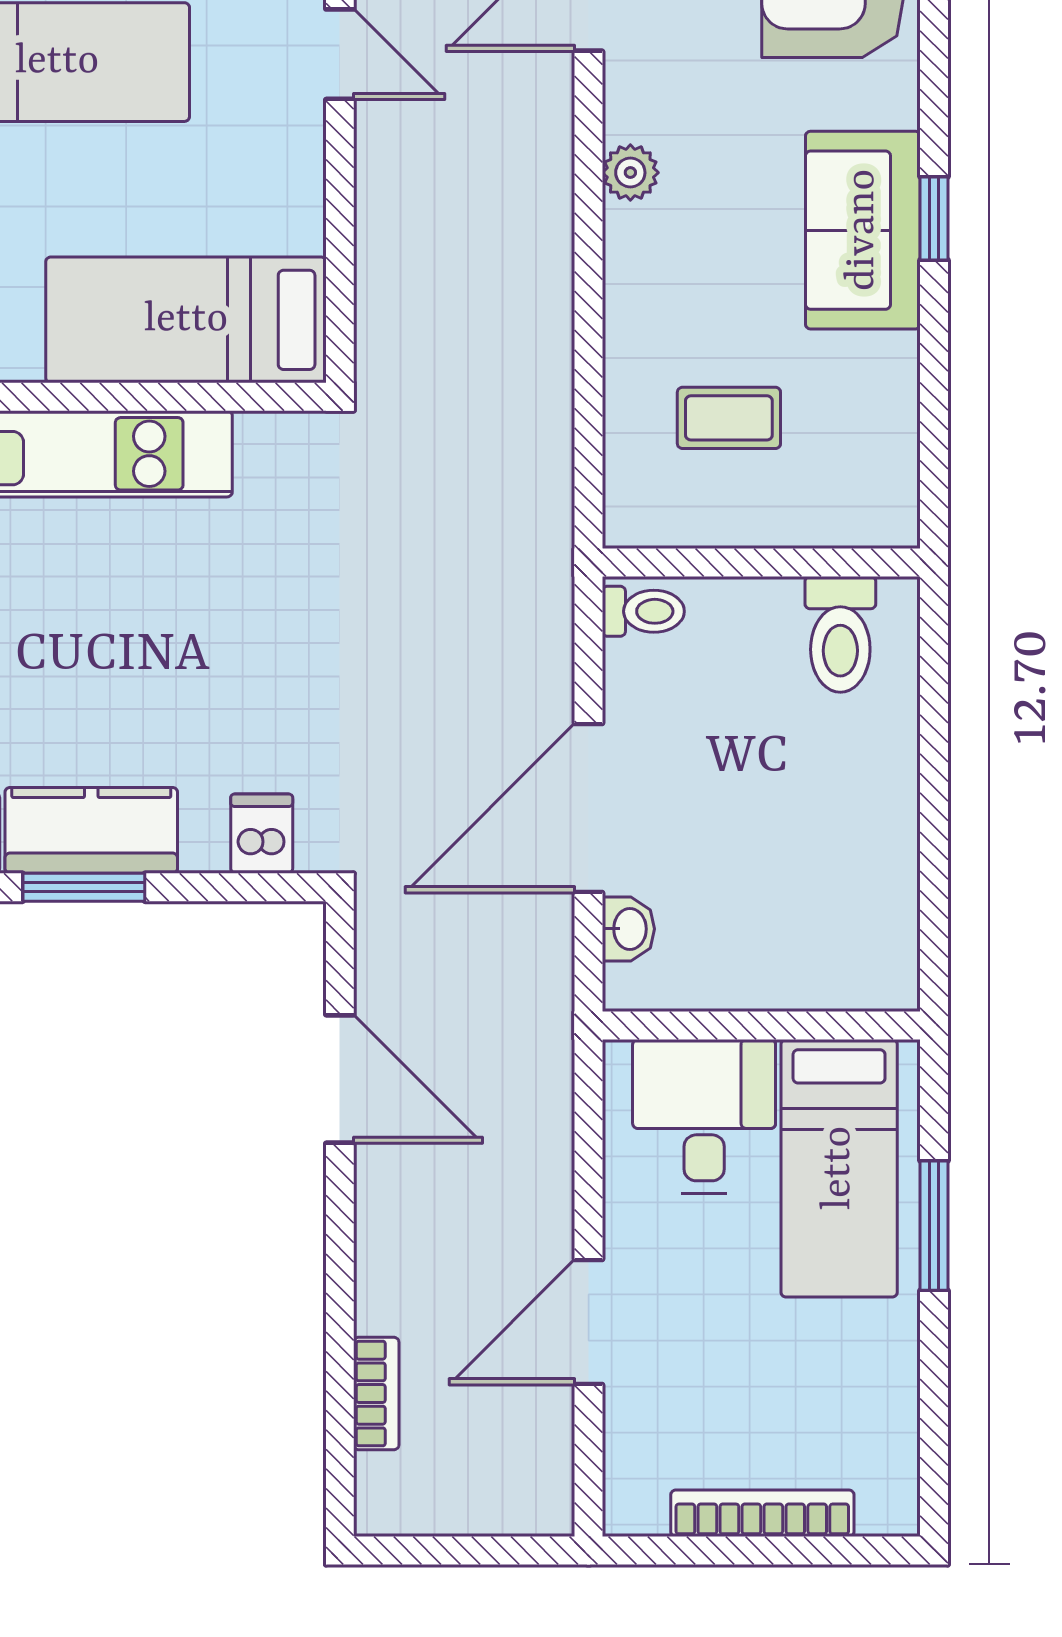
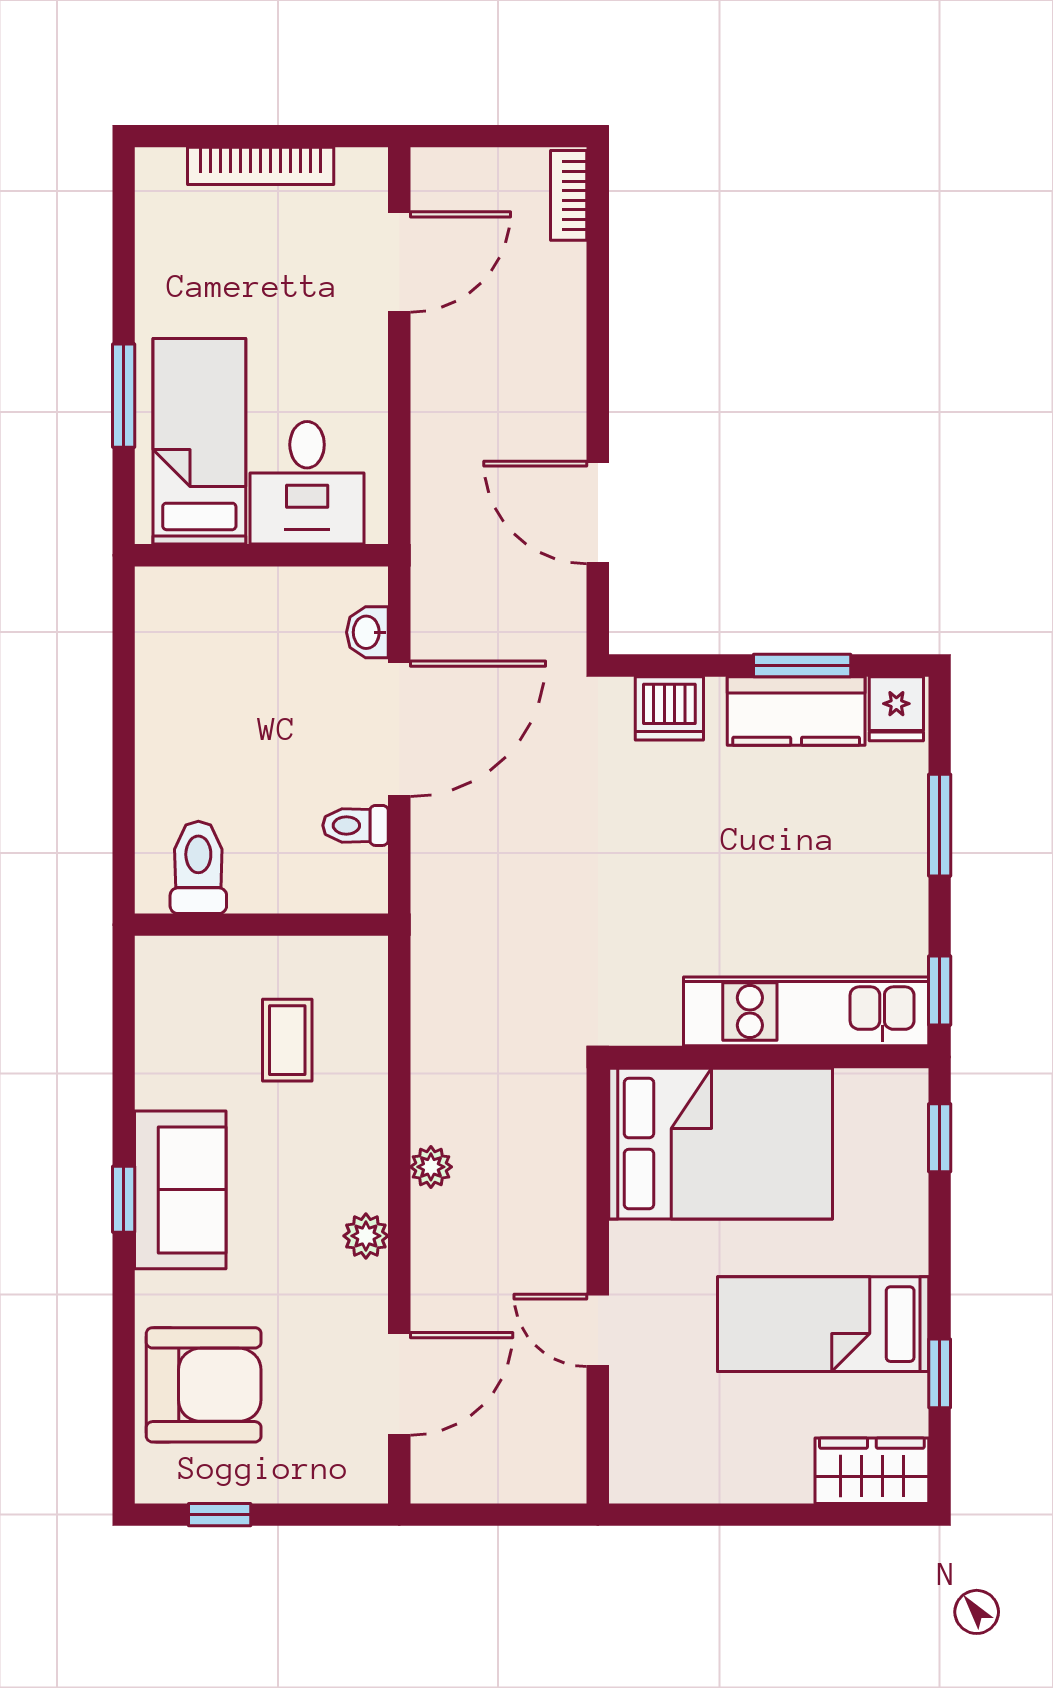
plant: (549, 259) -> (431, 1167), added
bed: (186, 320) -> (721, 1144), width x1.50
coffee table: (729, 418) -> (287, 1040), turned 90
toilet: (643, 611) -> (356, 825), moved
dishwasher: (262, 834) -> (669, 708), width x1.38
door: (589, 1322) -> (399, 262), moved
bookcase: (376, 1394) -> (569, 195), moved

